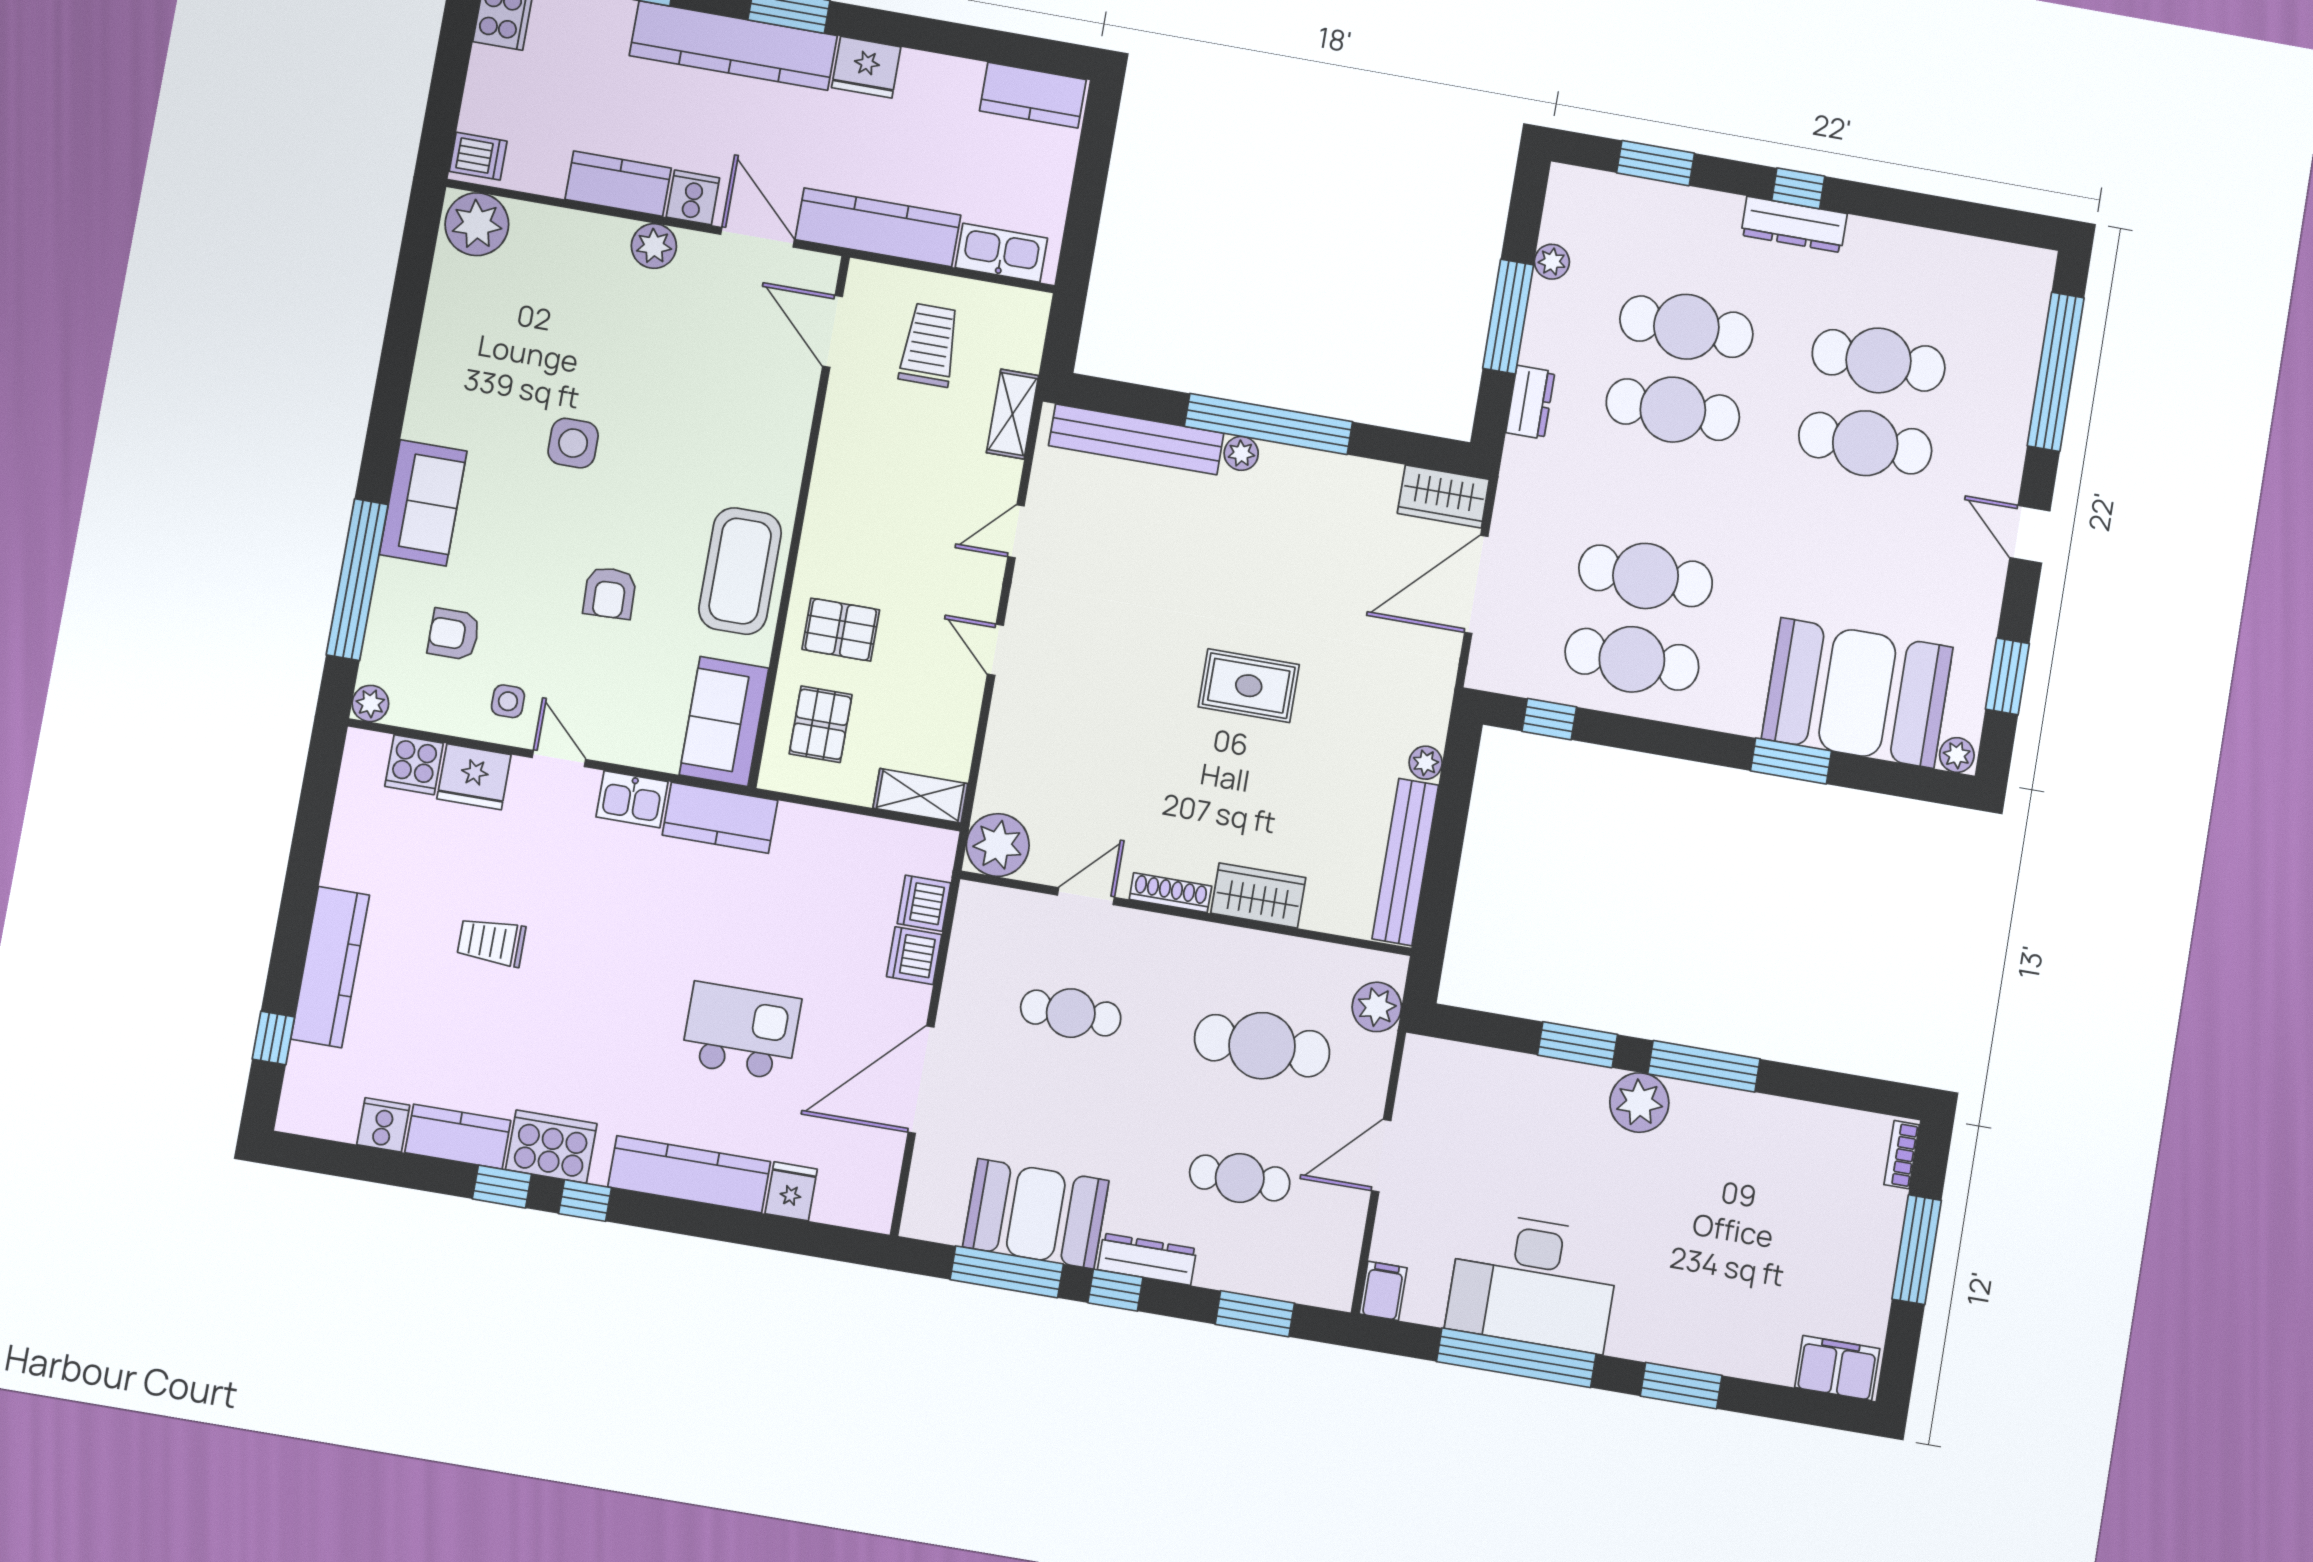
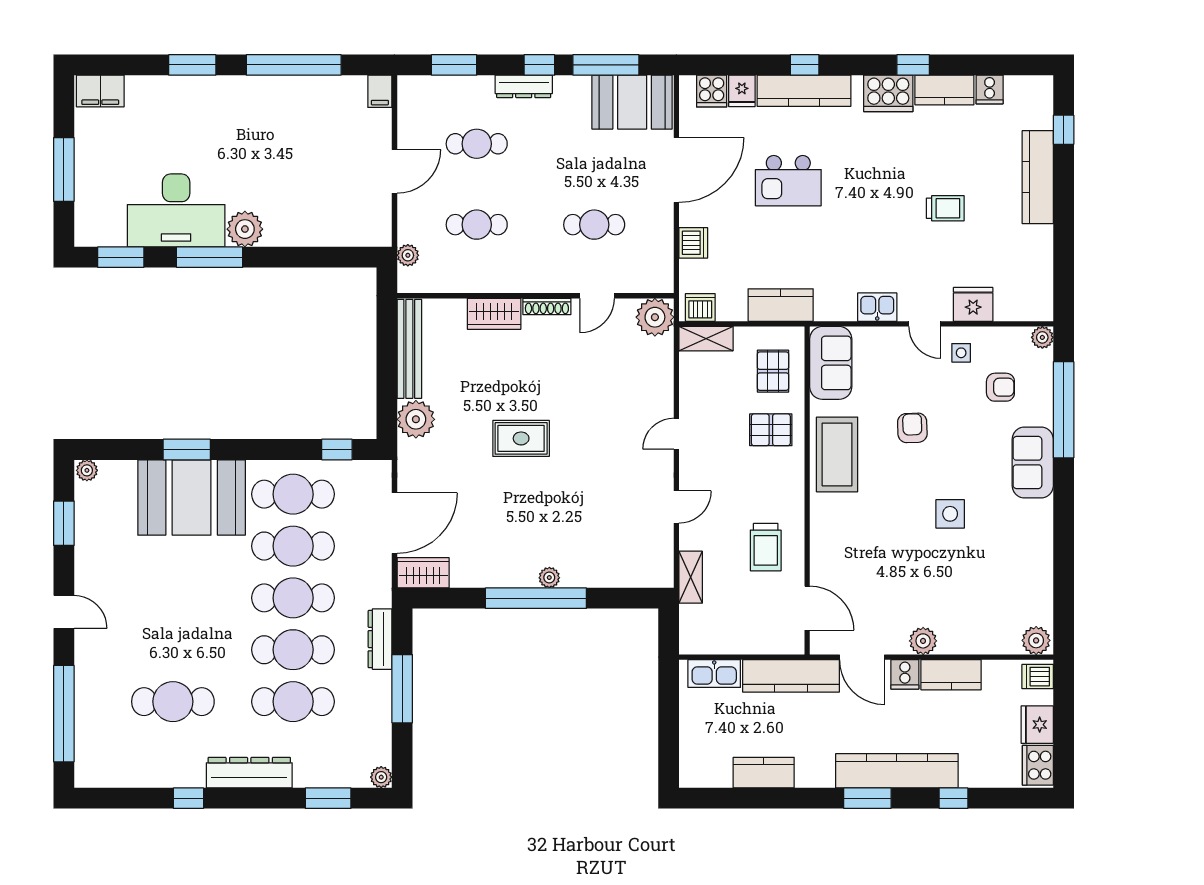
fridge: (866, 67) -> (1037, 725), moved, turned -90
kitchen counter: (1033, 95) -> (764, 773), moved
window: (1798, 188) -> (189, 798), moved
plant: (477, 224) -> (1036, 640), width x0.73, depth x0.73
dresser: (1794, 224) -> (249, 773), width x1.37, depth x1.24
plant: (1552, 262) -> (381, 777), moved
trolley: (929, 345) -> (766, 547), moved
dresser: (1530, 402) -> (380, 639), width x1.44
bench: (1136, 439) -> (614, 575), removed
cafe table: (1865, 443) -> (293, 598), moved
door: (995, 650) -> (676, 434), swing flipped
booth: (1857, 693) -> (192, 497), moved
plant: (1426, 763) -> (416, 419), width x1.88, depth x1.88
cooker: (414, 765) -> (712, 91), moved, turned 180
kitchen counter: (720, 818) -> (781, 305), moved
dishwasher: (924, 903) -> (700, 307), moved, turned -90
plant: (1377, 1007) -> (408, 255), width x0.73, depth x0.73
window: (1577, 1045) -> (121, 257), moved
cafe table: (1262, 1046) -> (477, 225), width x0.73, depth x0.74
bookcase: (1902, 1155) -> (82, 225), removed
window: (585, 1201) -> (805, 65), moved
booth: (1036, 1214) -> (632, 102), moved
desk: (1533, 1282) -> (176, 210), moved, turned 180

